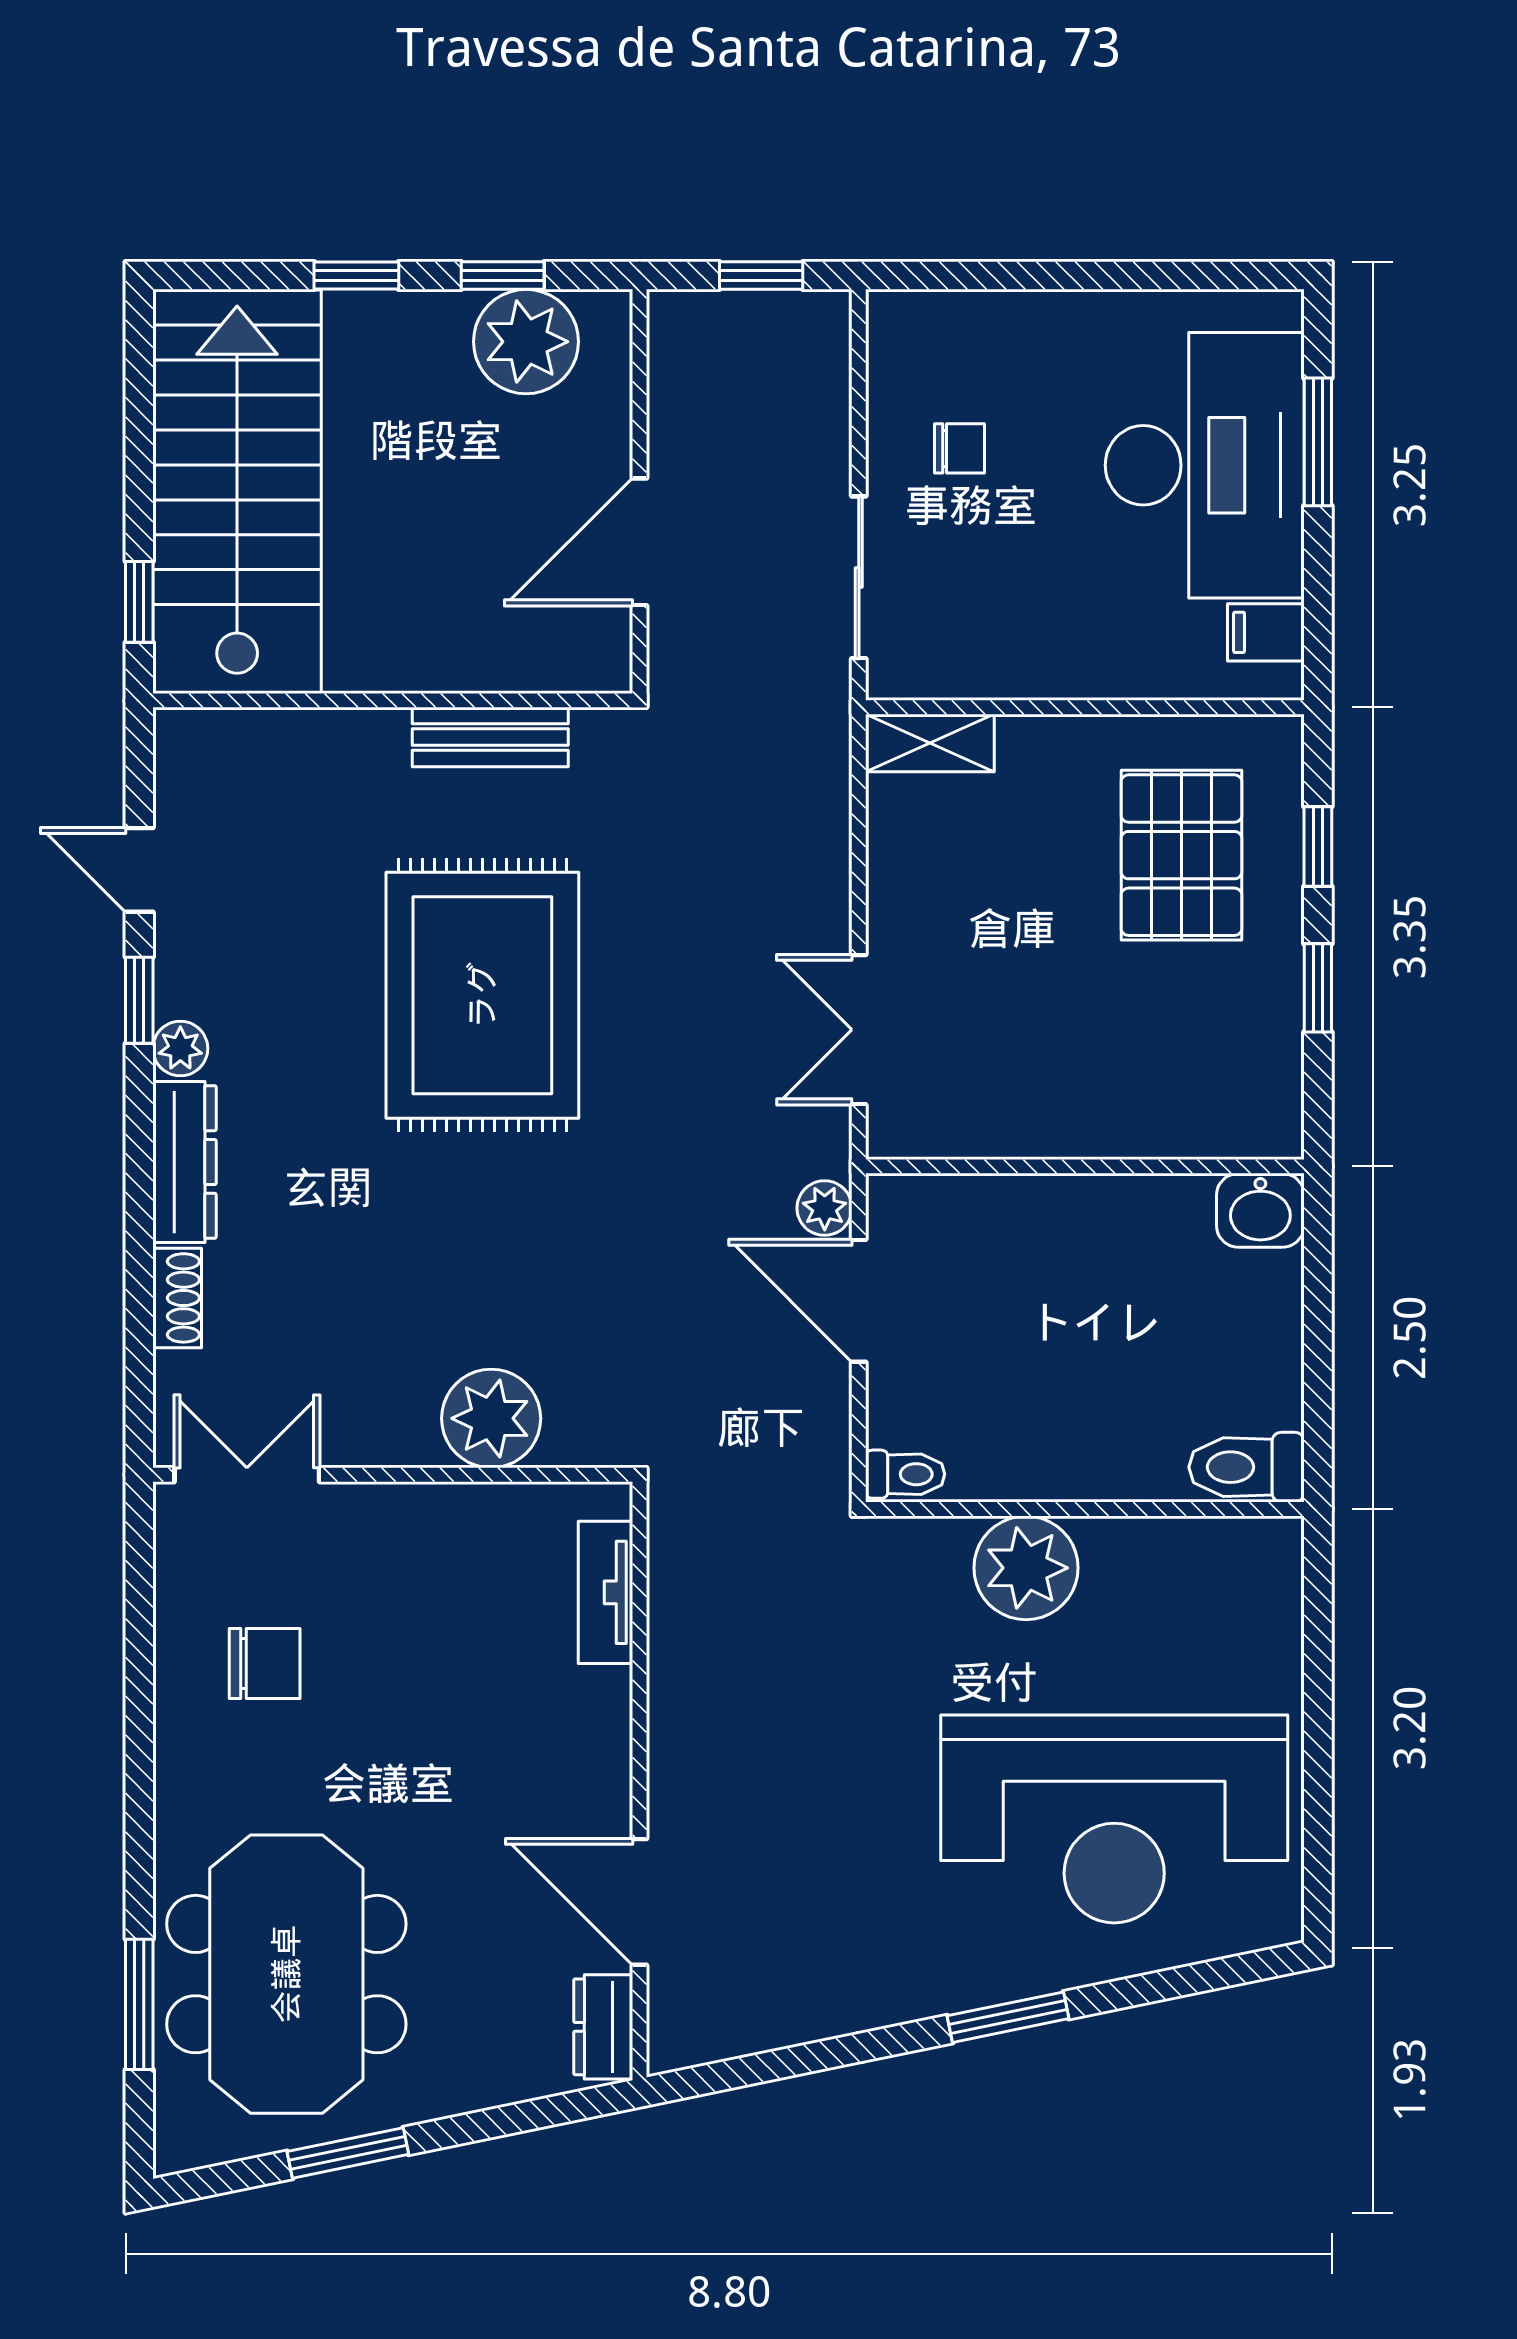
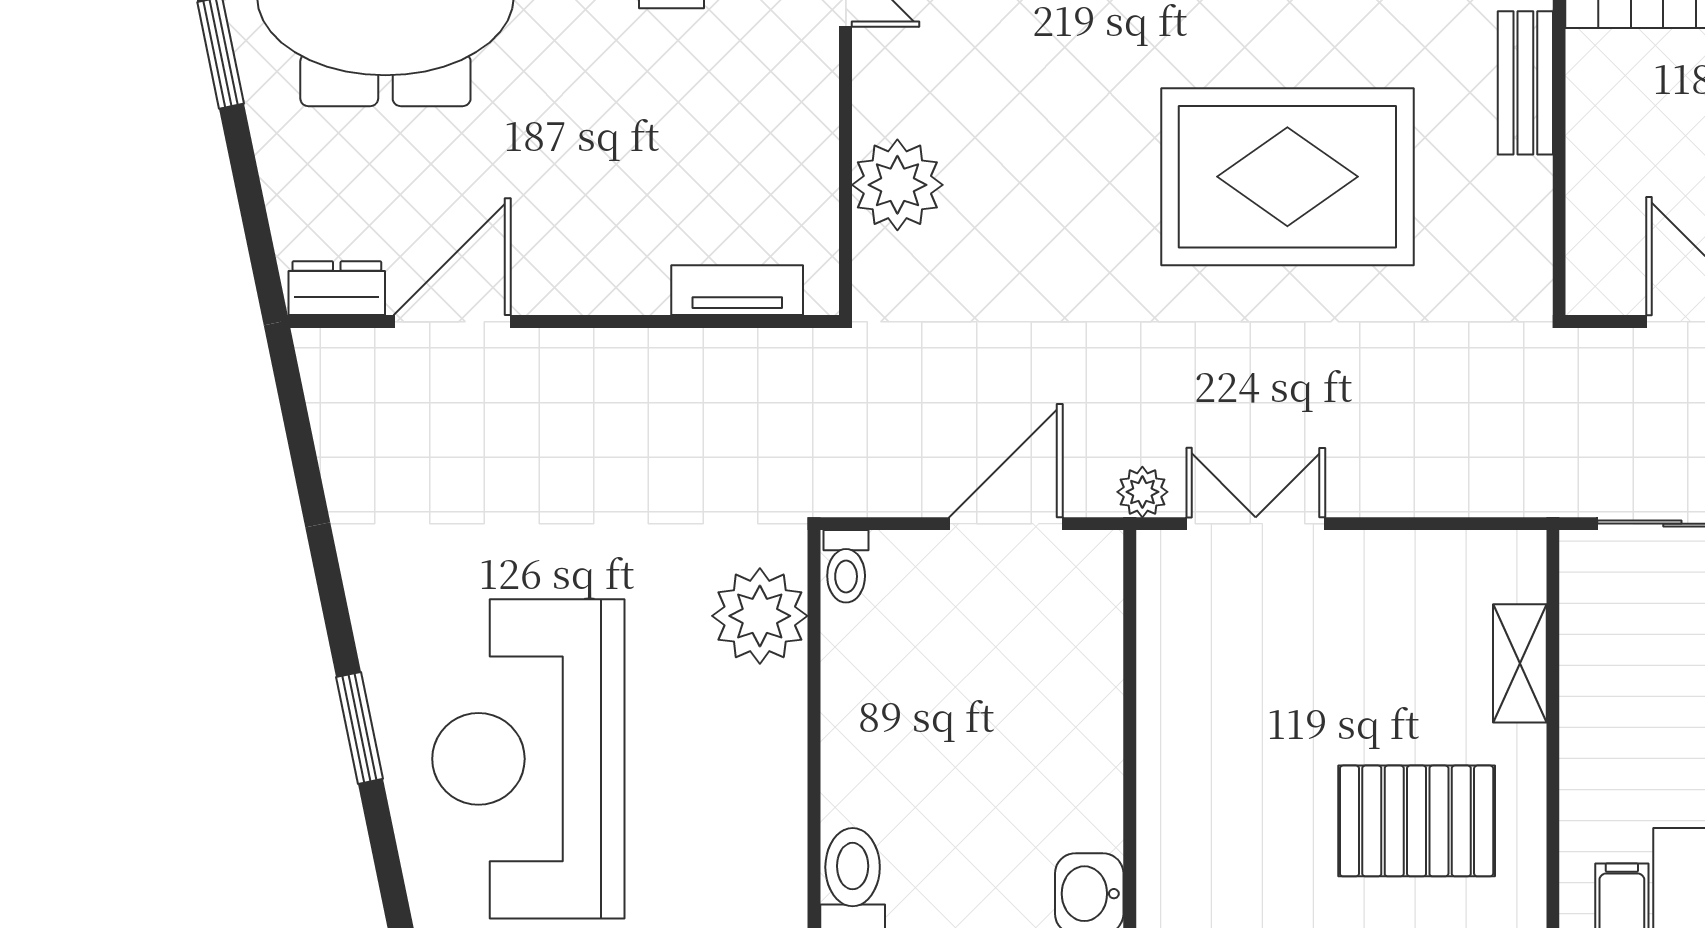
bench: (490, 737) -> (1525, 83), moved
shelving: (930, 743) -> (1520, 663), moved
plant: (825, 1208) -> (1142, 492), moved
plant: (1026, 1568) -> (760, 616), moved
window: (1008, 2017) -> (360, 728), moved

